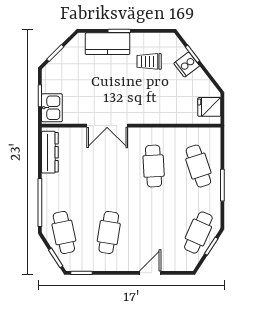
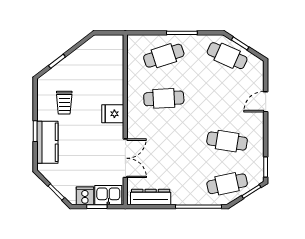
cooker: (187, 65) -> (85, 196), moved, turned -143
fridge: (209, 107) -> (113, 114), moved, turned 90
double door: (107, 126) -> (125, 158), moved
door: (150, 273) -> (266, 102), hinge flipped

